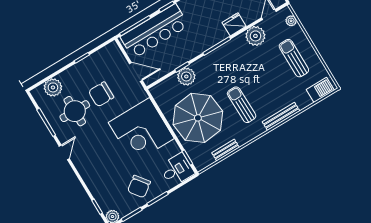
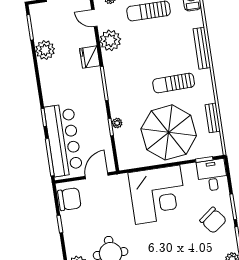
plant: (186, 76) -> (117, 123), width x0.53, depth x0.53
chair: (101, 94) -> (69, 199), moved, turned -90

